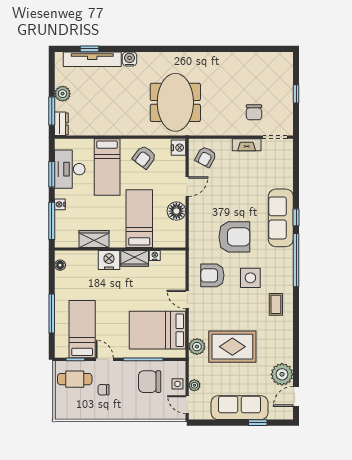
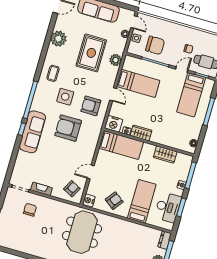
floor lamp: (176, 211) -> (103, 157), removed
bed: (139, 219) -> (121, 145), moved, turned -90
nightstand: (109, 260) -> (114, 124), moved
armchair: (212, 275) -> (91, 106), turned 180
bed: (158, 330) -> (138, 83), width x0.67
rug: (232, 347) -> (91, 53), turned 90
door: (105, 359) -> (182, 70), swing flipped
plant: (282, 374) -> (58, 39), moved

